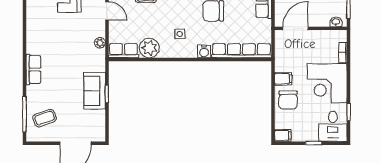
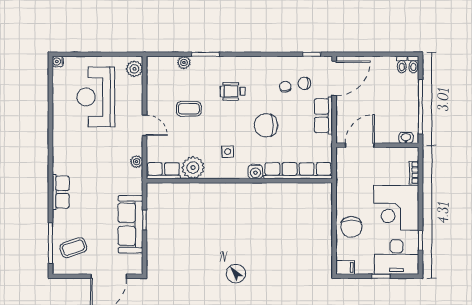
filing cabinet: (283, 79) -> (346, 203), removed
sofa: (95, 91) -> (130, 224), width x1.36
desk: (333, 126) -> (397, 257), width x1.37

